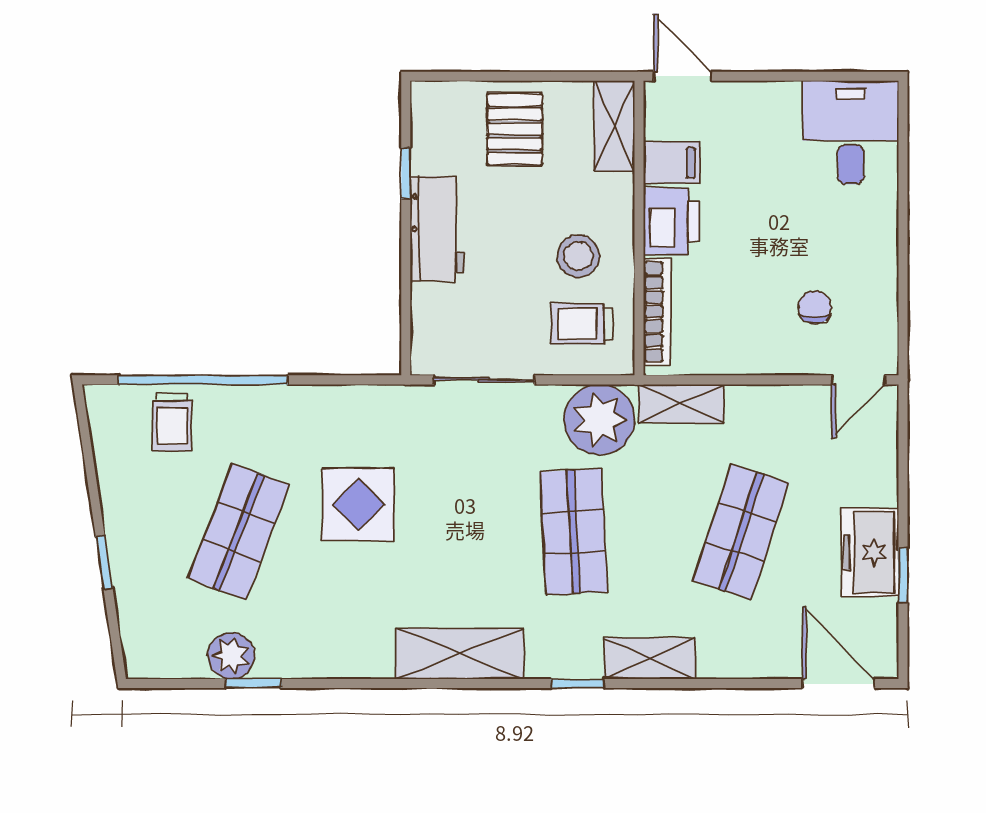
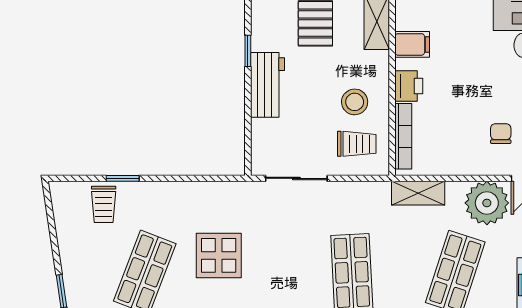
printer: (671, 221) -> (409, 86), width x0.73, depth x0.81
trolley: (582, 324) -> (357, 144), turned 180
window: (203, 380) -> (123, 178), width x0.32
plant: (599, 420) -> (487, 203), moved

